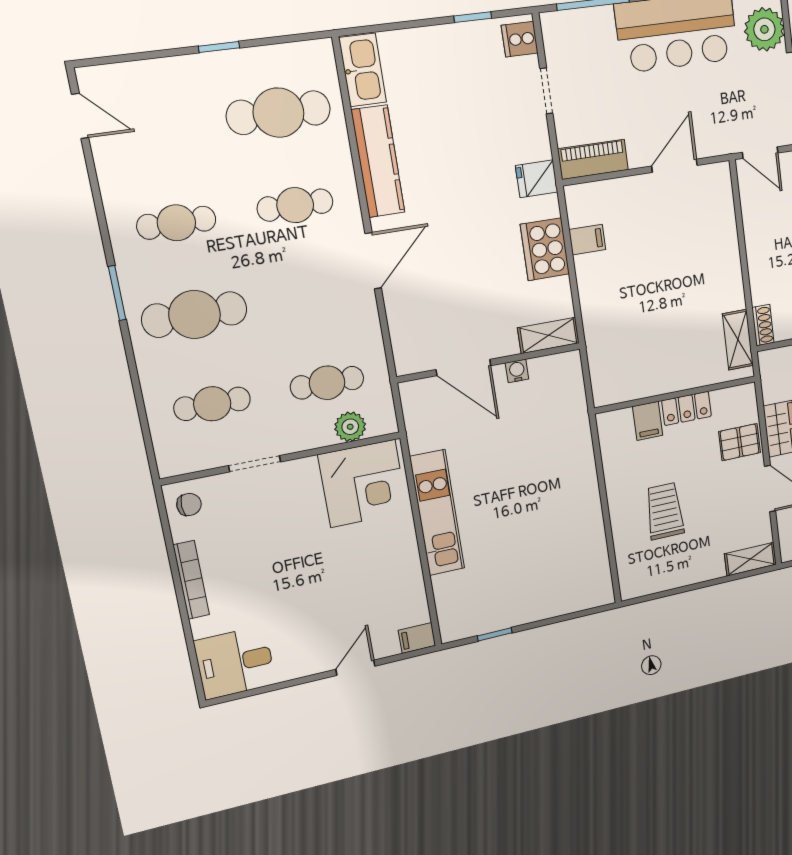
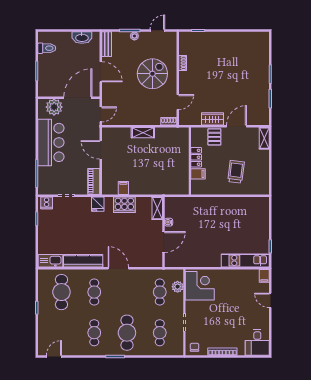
shelving: (738, 340) -> (143, 133), moved
trolley: (665, 511) -> (236, 172), turned 97
kitchen unit: (437, 513) -> (245, 260), moved

